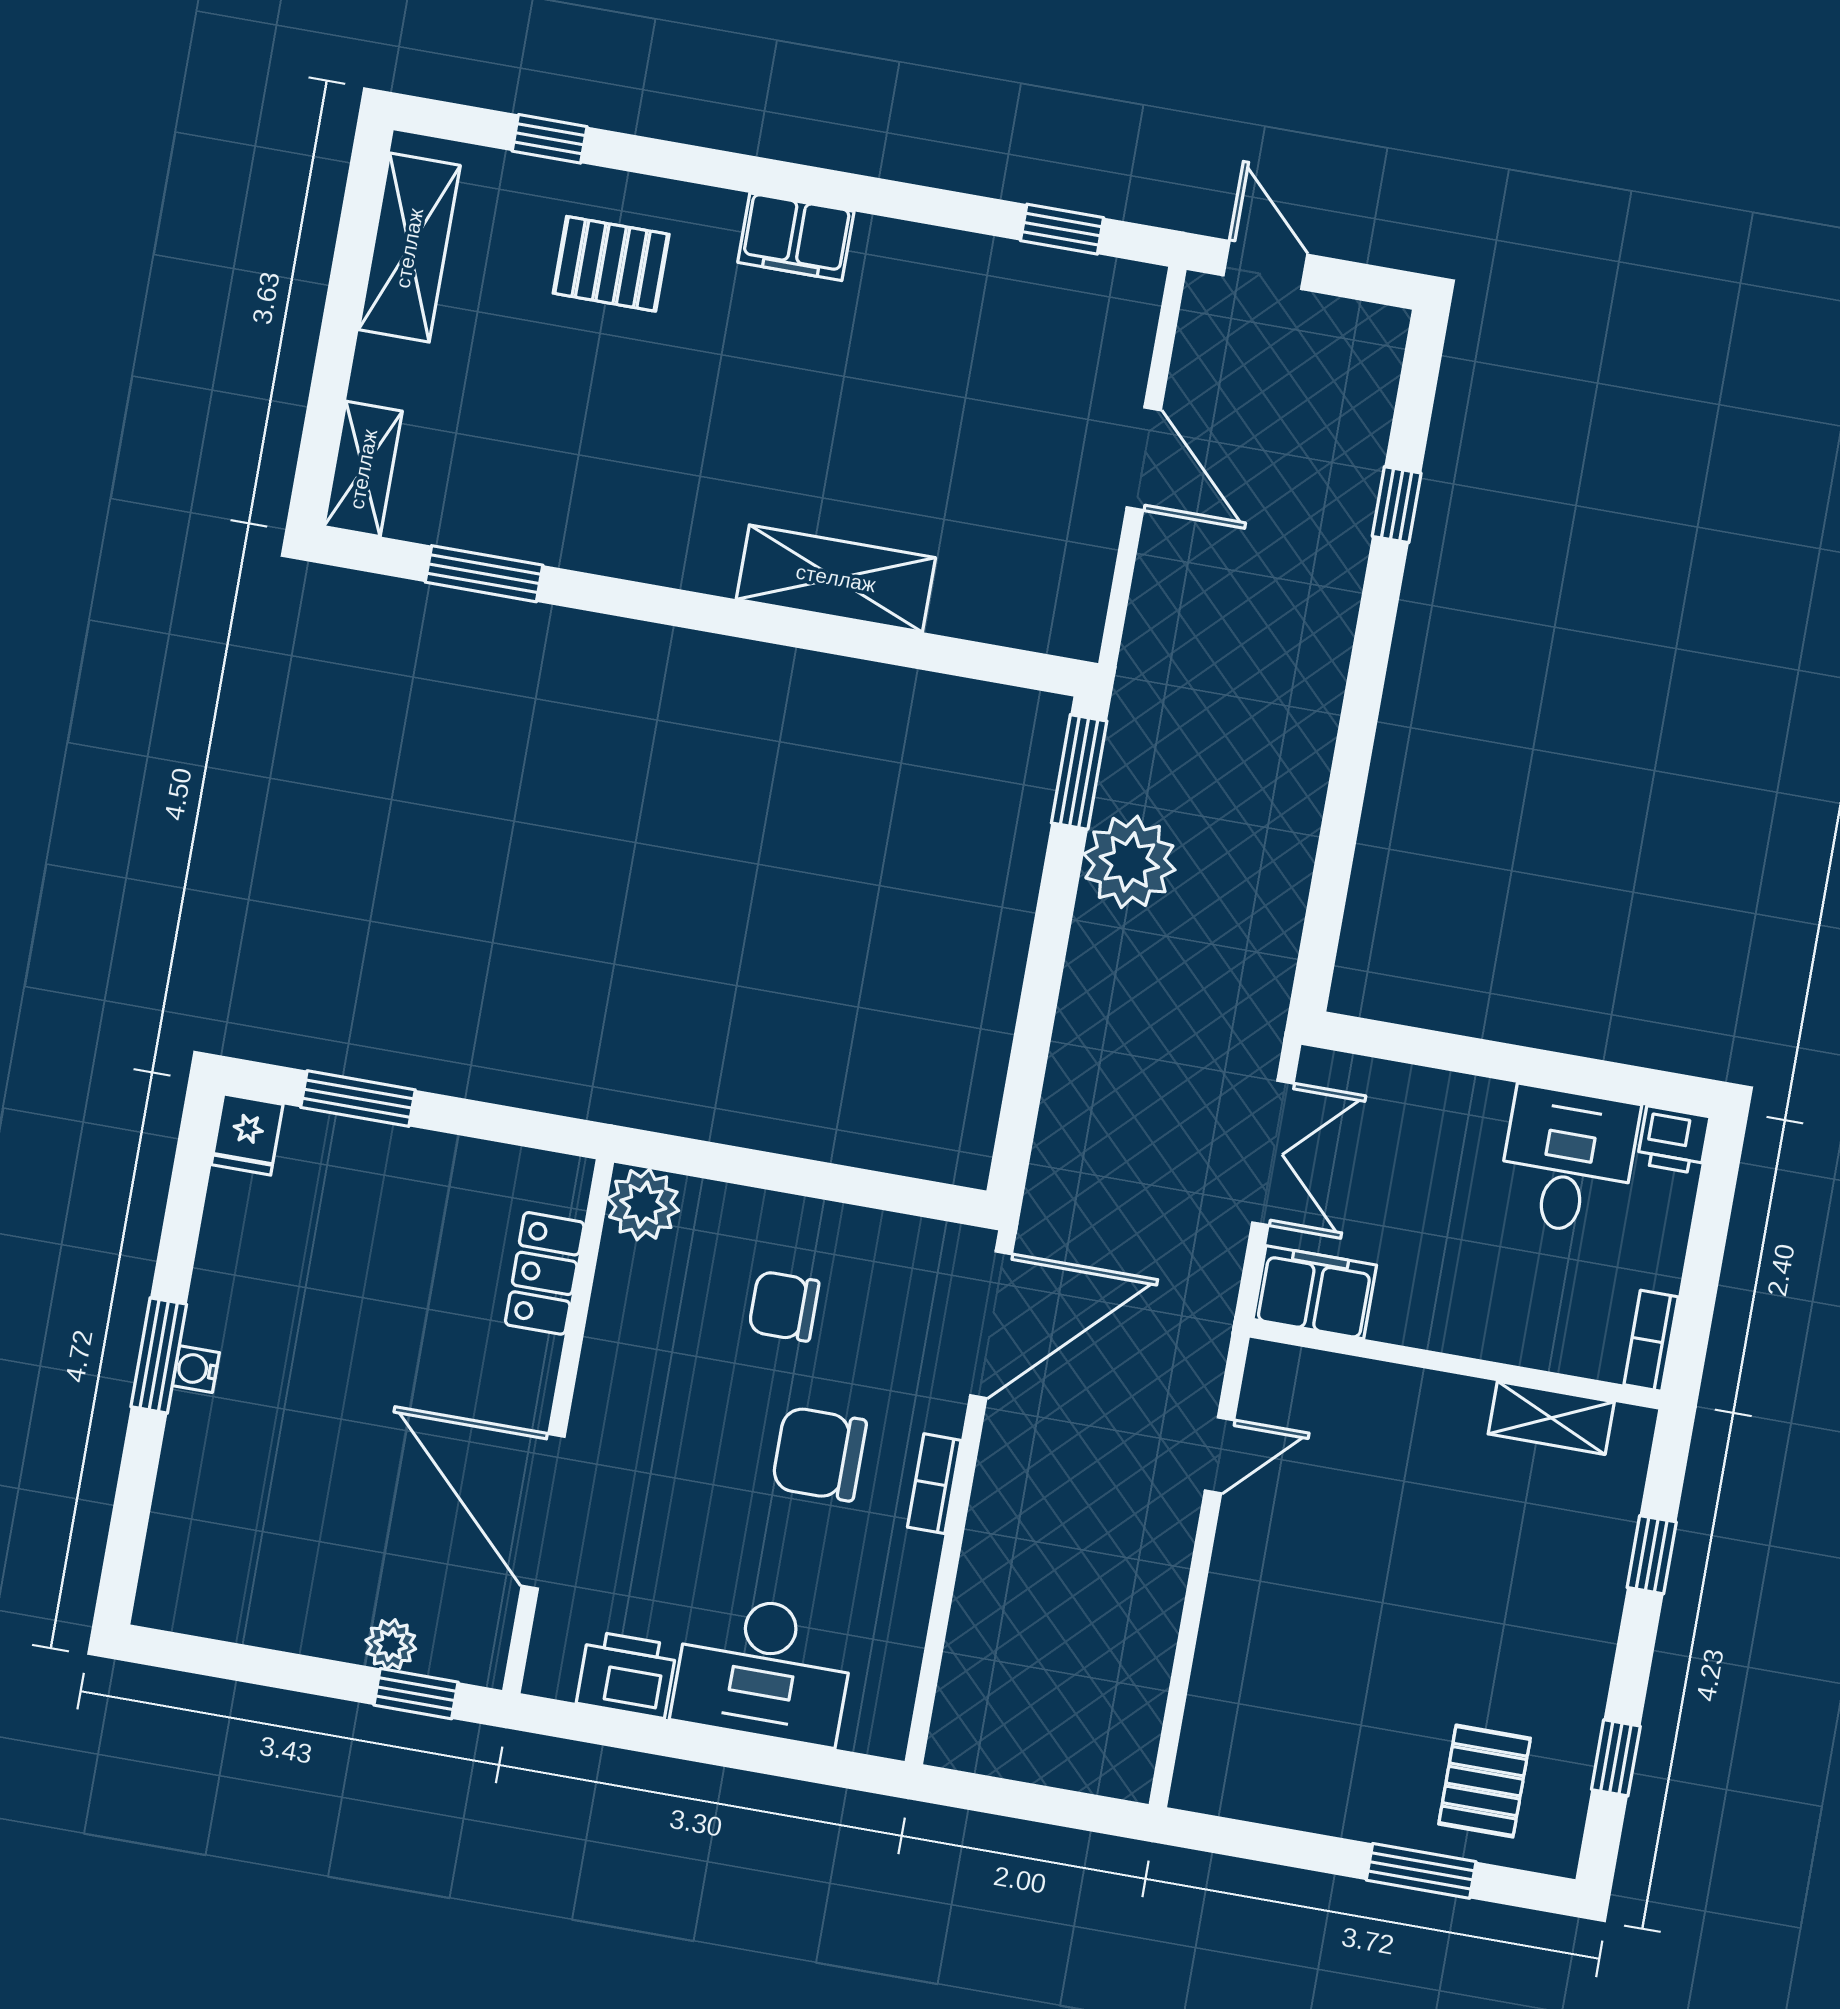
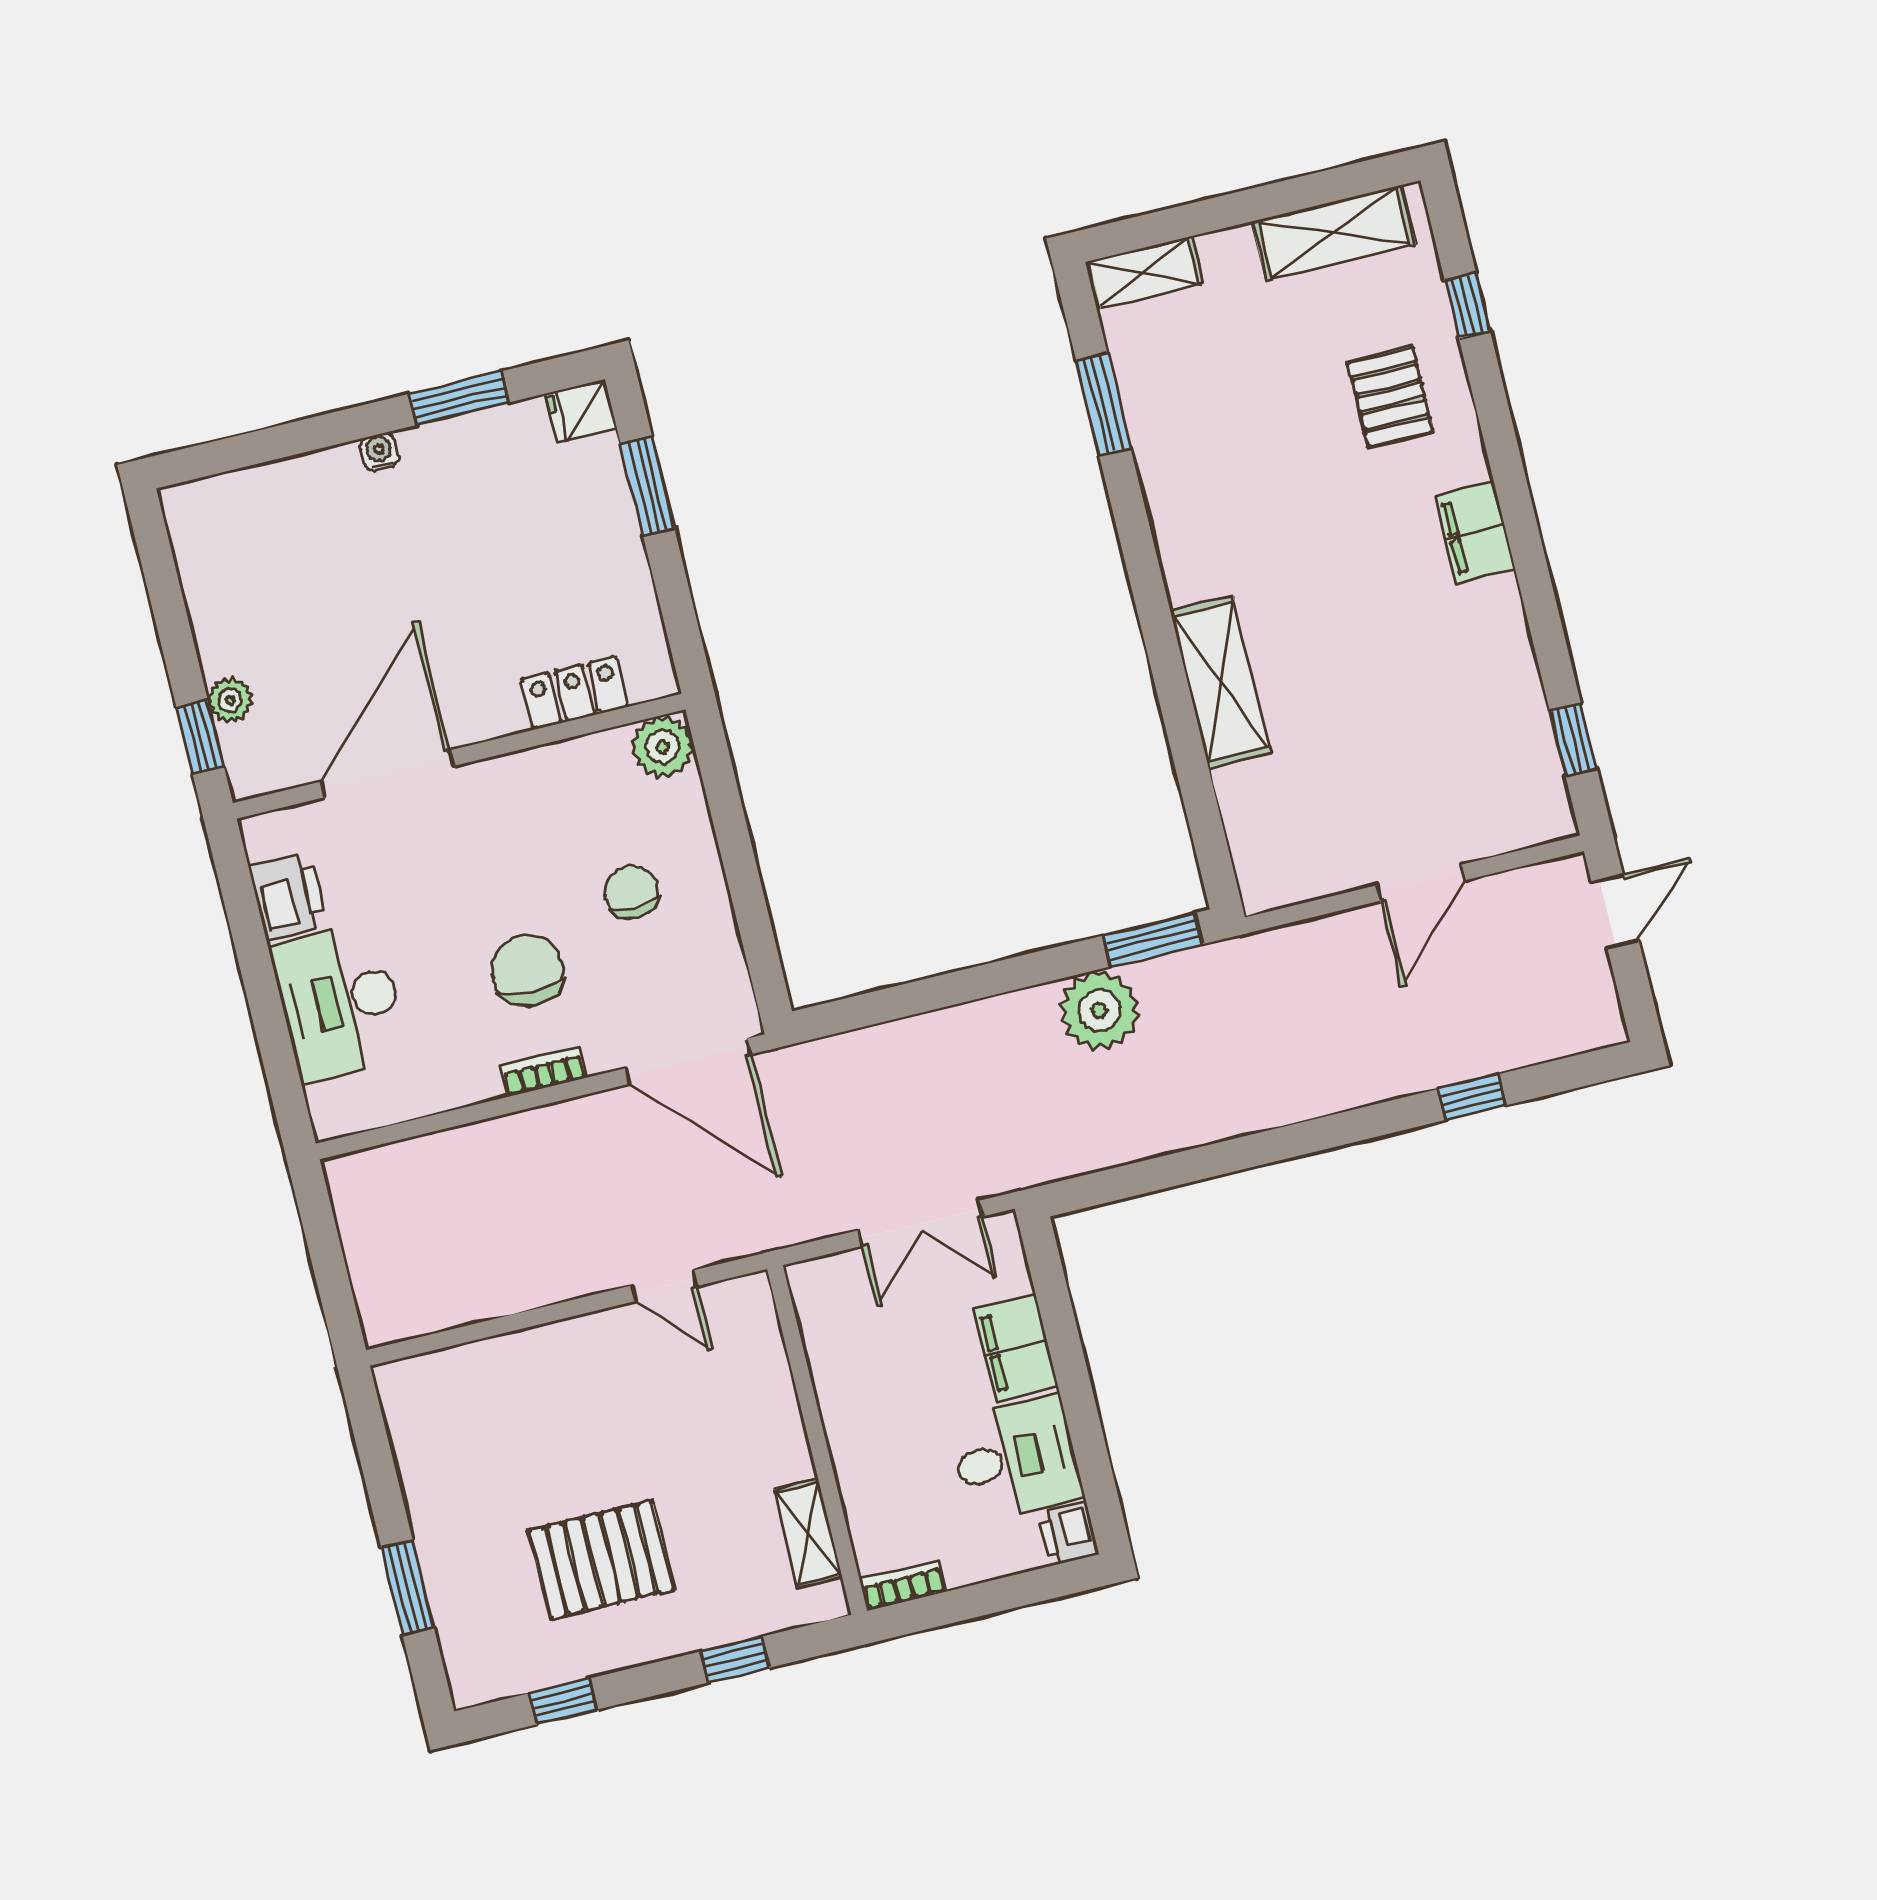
filing cabinet: (1315, 1292) -> (1016, 1348), moved, turned 180
window: (159, 1355) -> (459, 398), moved
pallet: (1485, 1781) -> (601, 1560), moved, width x1.50, depth x1.42

